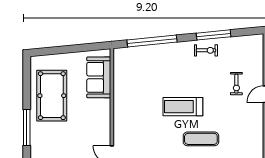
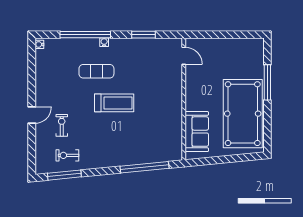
window: (214, 35) -> (64, 175), moved
exercise bike: (206, 50) -> (67, 155), moved
pool table: (52, 96) -> (243, 114), width x1.36, depth x1.32

